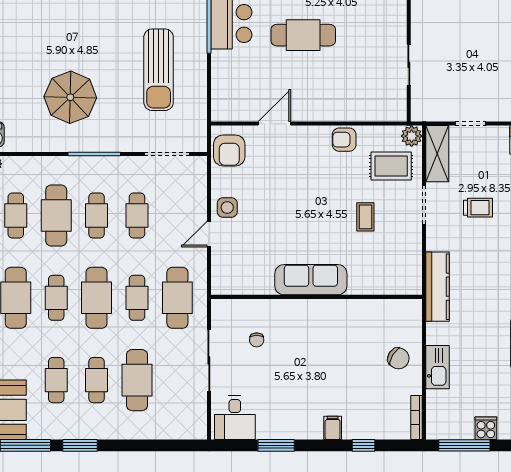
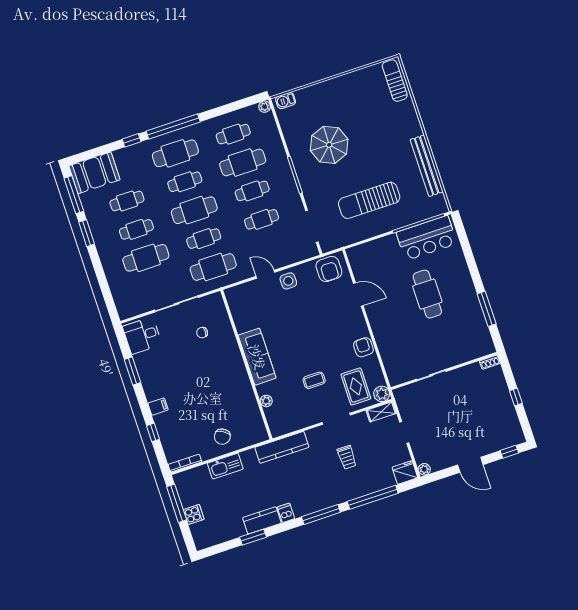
armchair: (229, 150) -> (329, 269), turned -90
shelving: (437, 154) -> (381, 412), width x0.67, depth x0.75
plant: (371, 287) -> (266, 401), added

